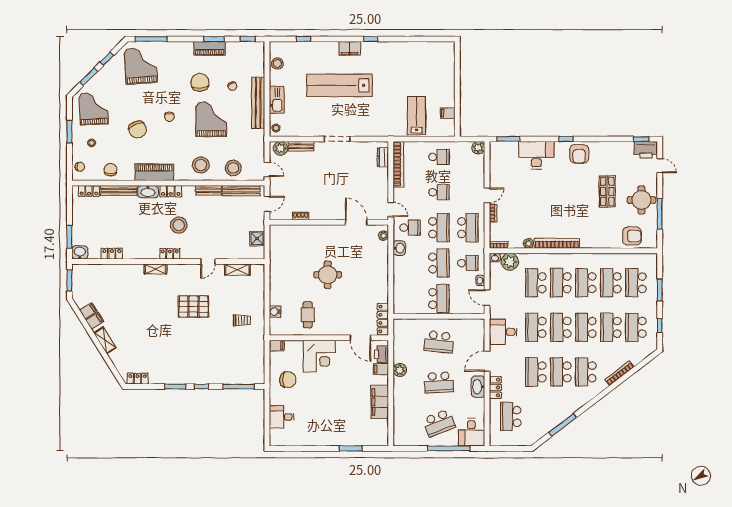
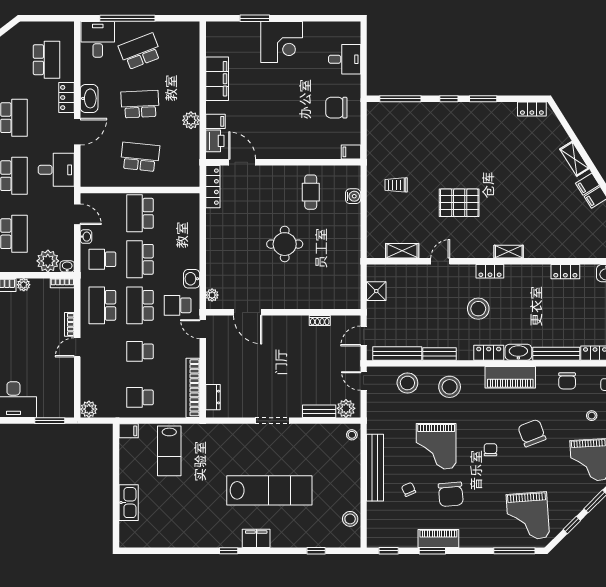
kitchen sink: (277, 100) -> (129, 503), moved, turned 180
filing cabinet: (448, 113) -> (129, 431), moved
corner desk: (319, 356) -> (282, 42), moved, turned 180

